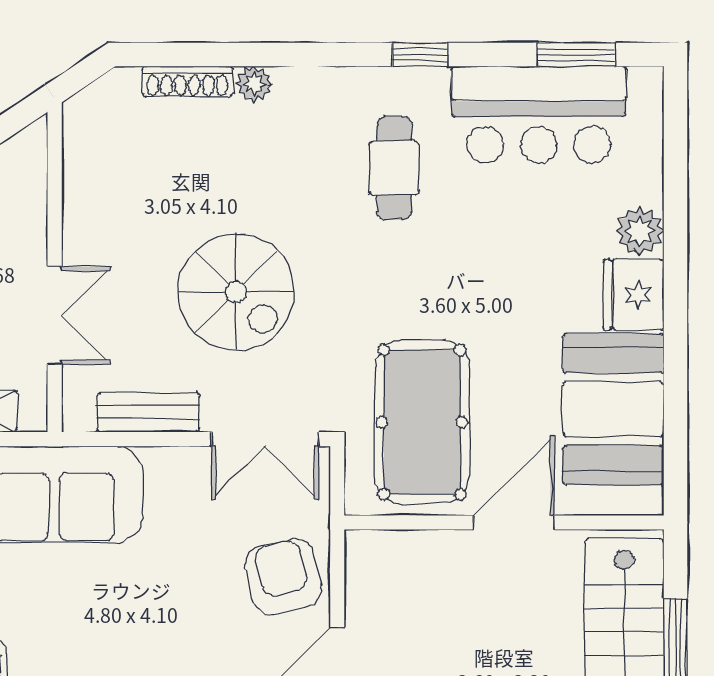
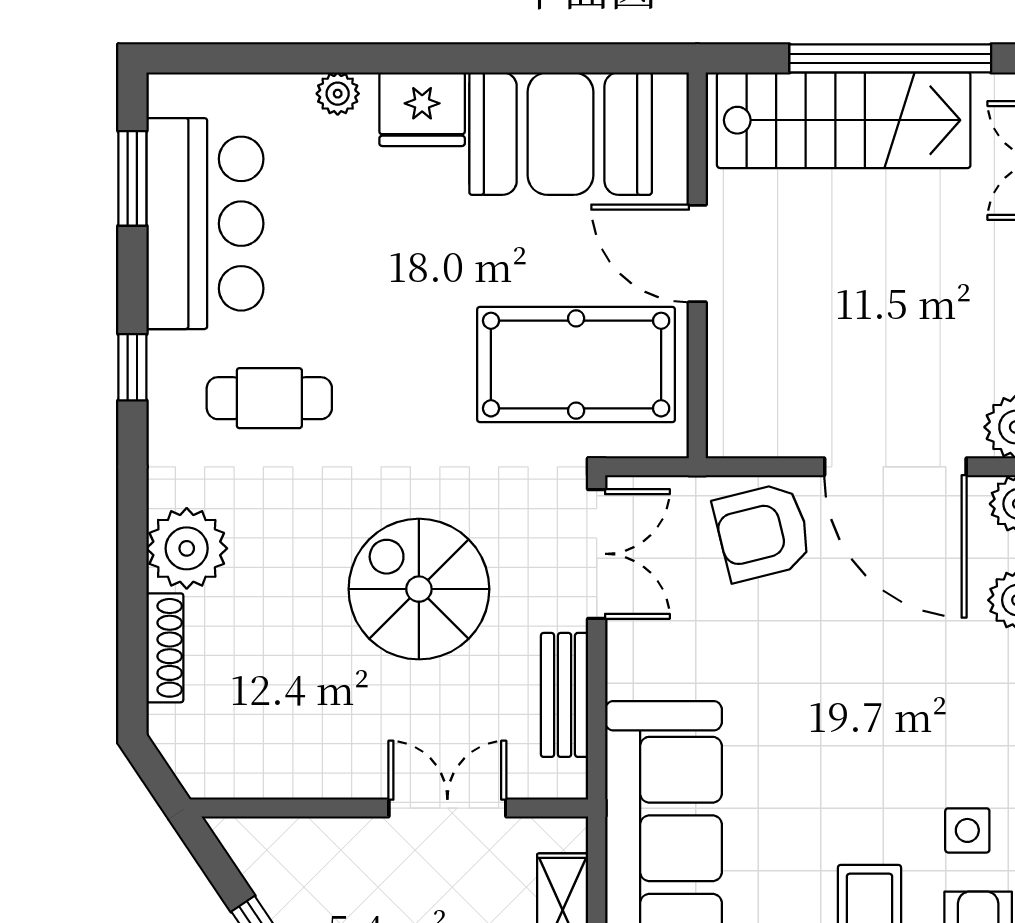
plant: (254, 84) -> (187, 548), width x1.88, depth x1.88
plant: (640, 231) -> (338, 94), width x0.73, depth x0.73
spiral stairs: (236, 292) -> (419, 589), turned -90

